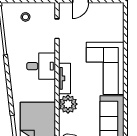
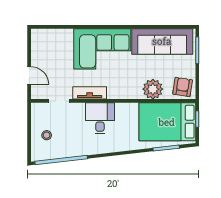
tv unit: (64, 78) -> (90, 93), moved
plant: (68, 104) -> (153, 89), moved

